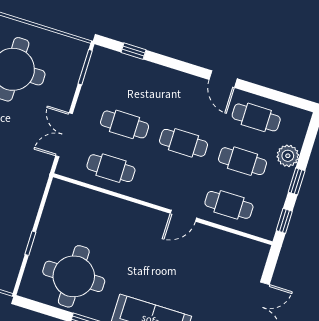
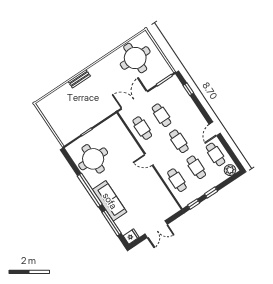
double door: (64, 135) -> (134, 100), width x1.37
plant: (288, 156) -> (230, 170), moved
door: (183, 216) -> (149, 160), moved

